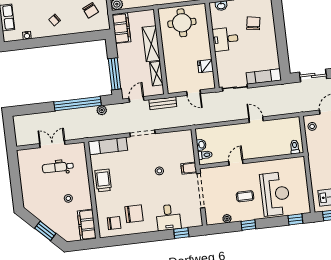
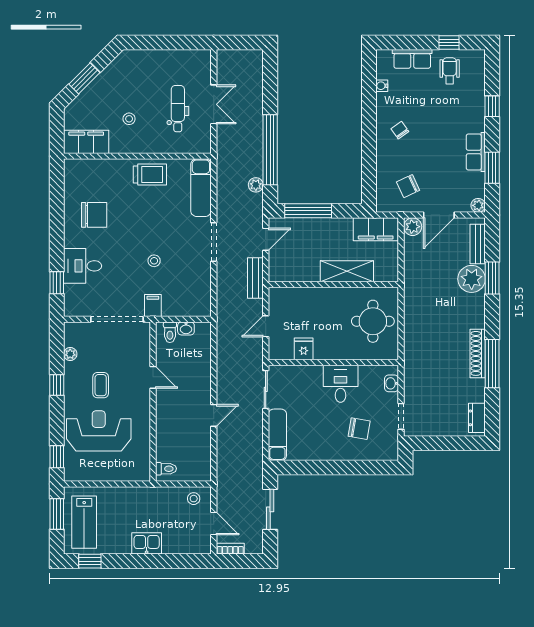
shelving: (156, 74) -> (301, 274), removed
door: (137, 99) -> (266, 239), hinge flipped
reception desk: (275, 194) -> (99, 431), turned 180
chair: (134, 214) -> (94, 215), turned -90
chair: (114, 223) -> (84, 183), removed

